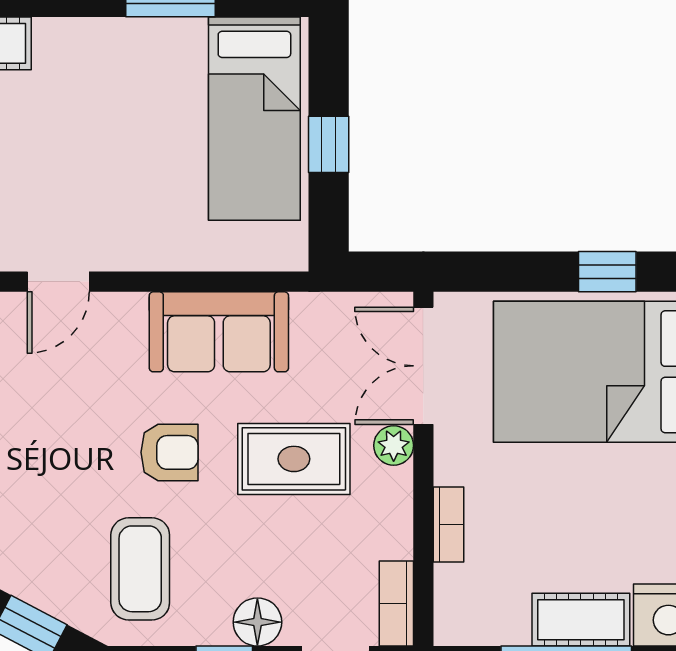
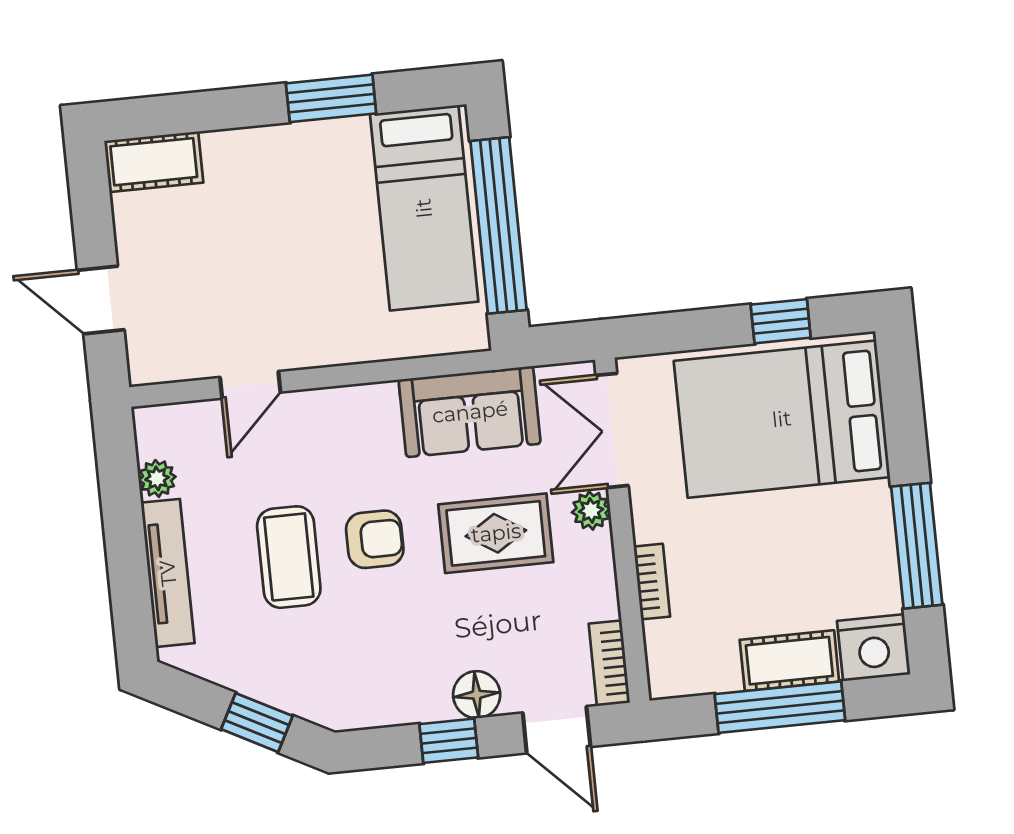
window: (329, 144) -> (498, 225), width x3.17
sofa: (219, 332) -> (470, 412), moved
coffee table: (140, 569) -> (289, 557), moved

